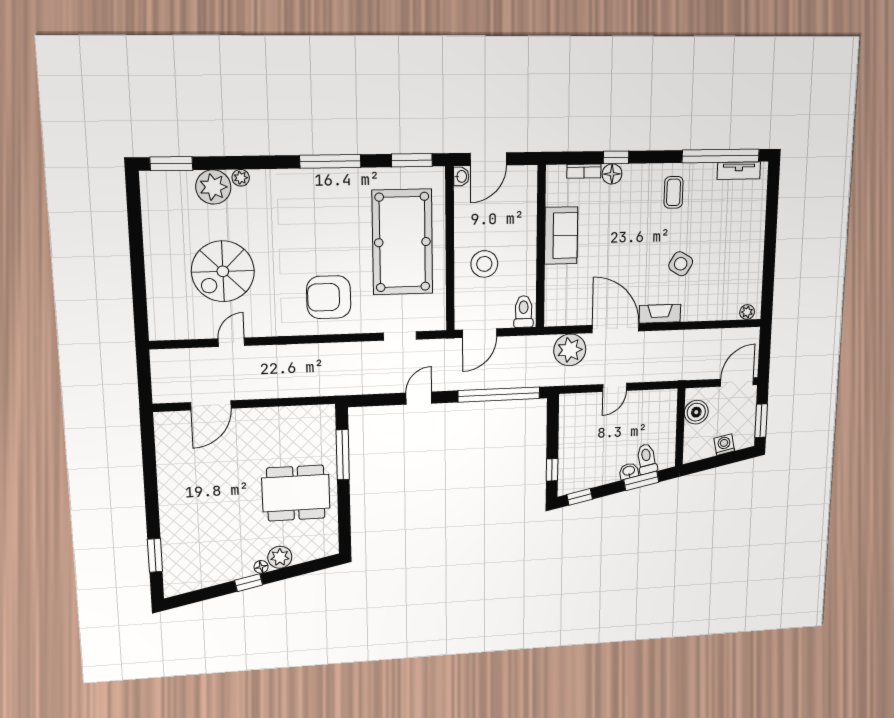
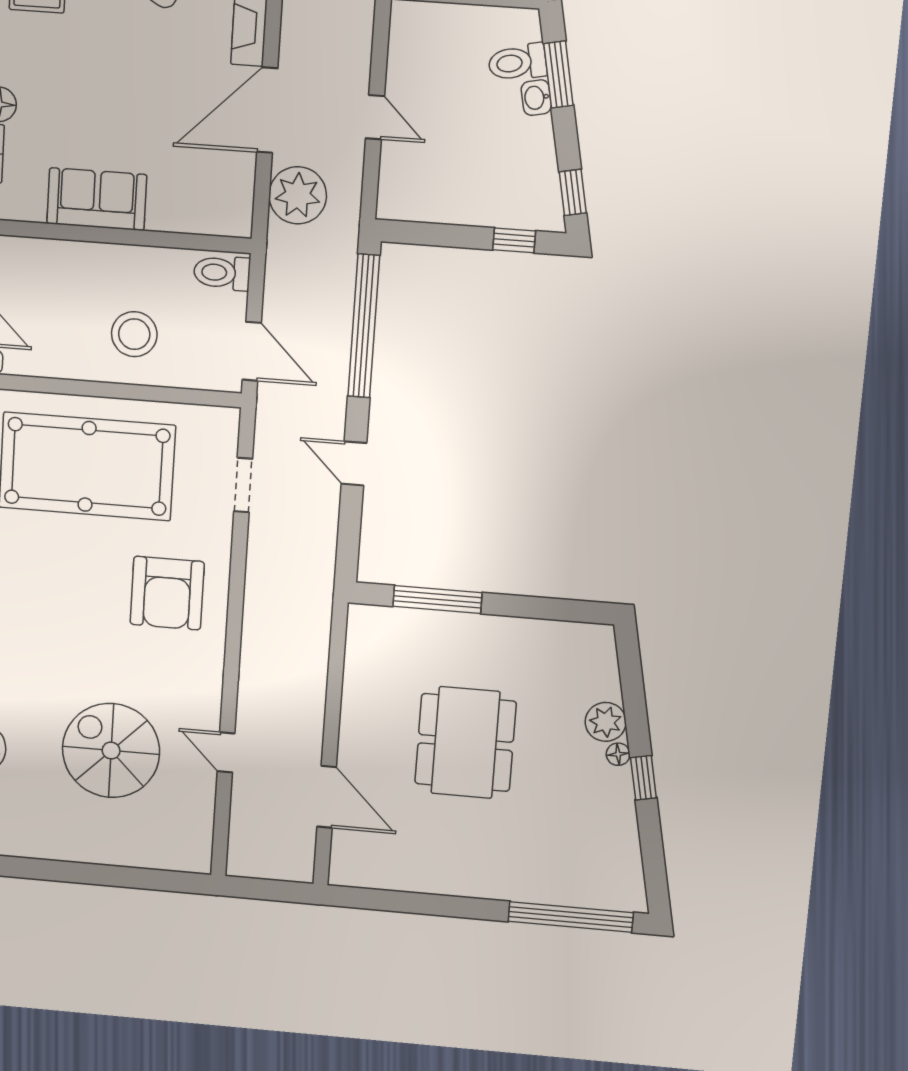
spiral stairs: (223, 271) -> (111, 751), turned 180
dining table: (296, 493) -> (466, 743), moved
window: (155, 555) -> (571, 917), width x2.11

